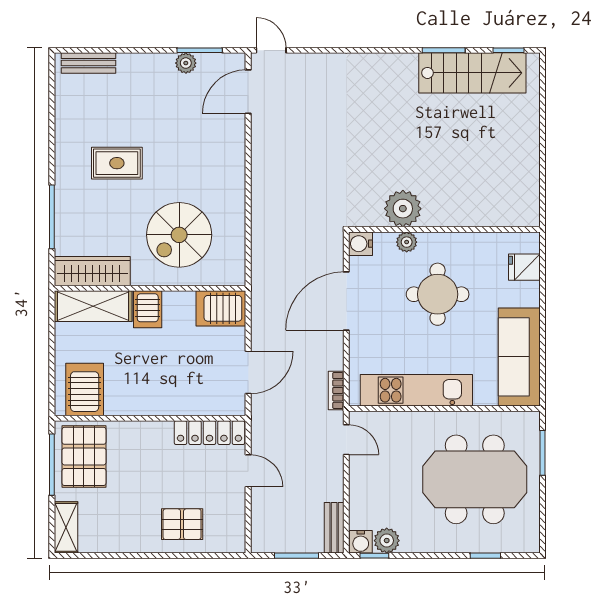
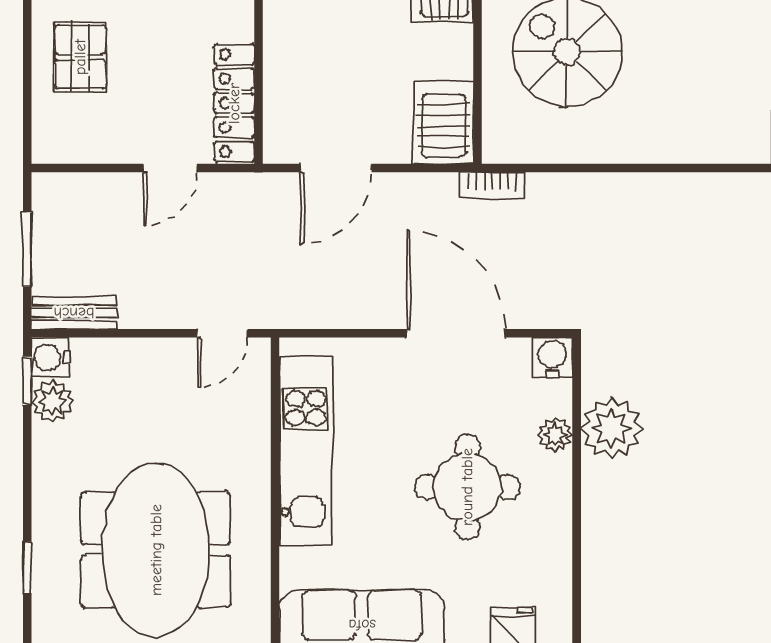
door: (248, 372) -> (336, 168), hinge flipped
bookcase: (336, 390) -> (492, 185), moved, turned 180

